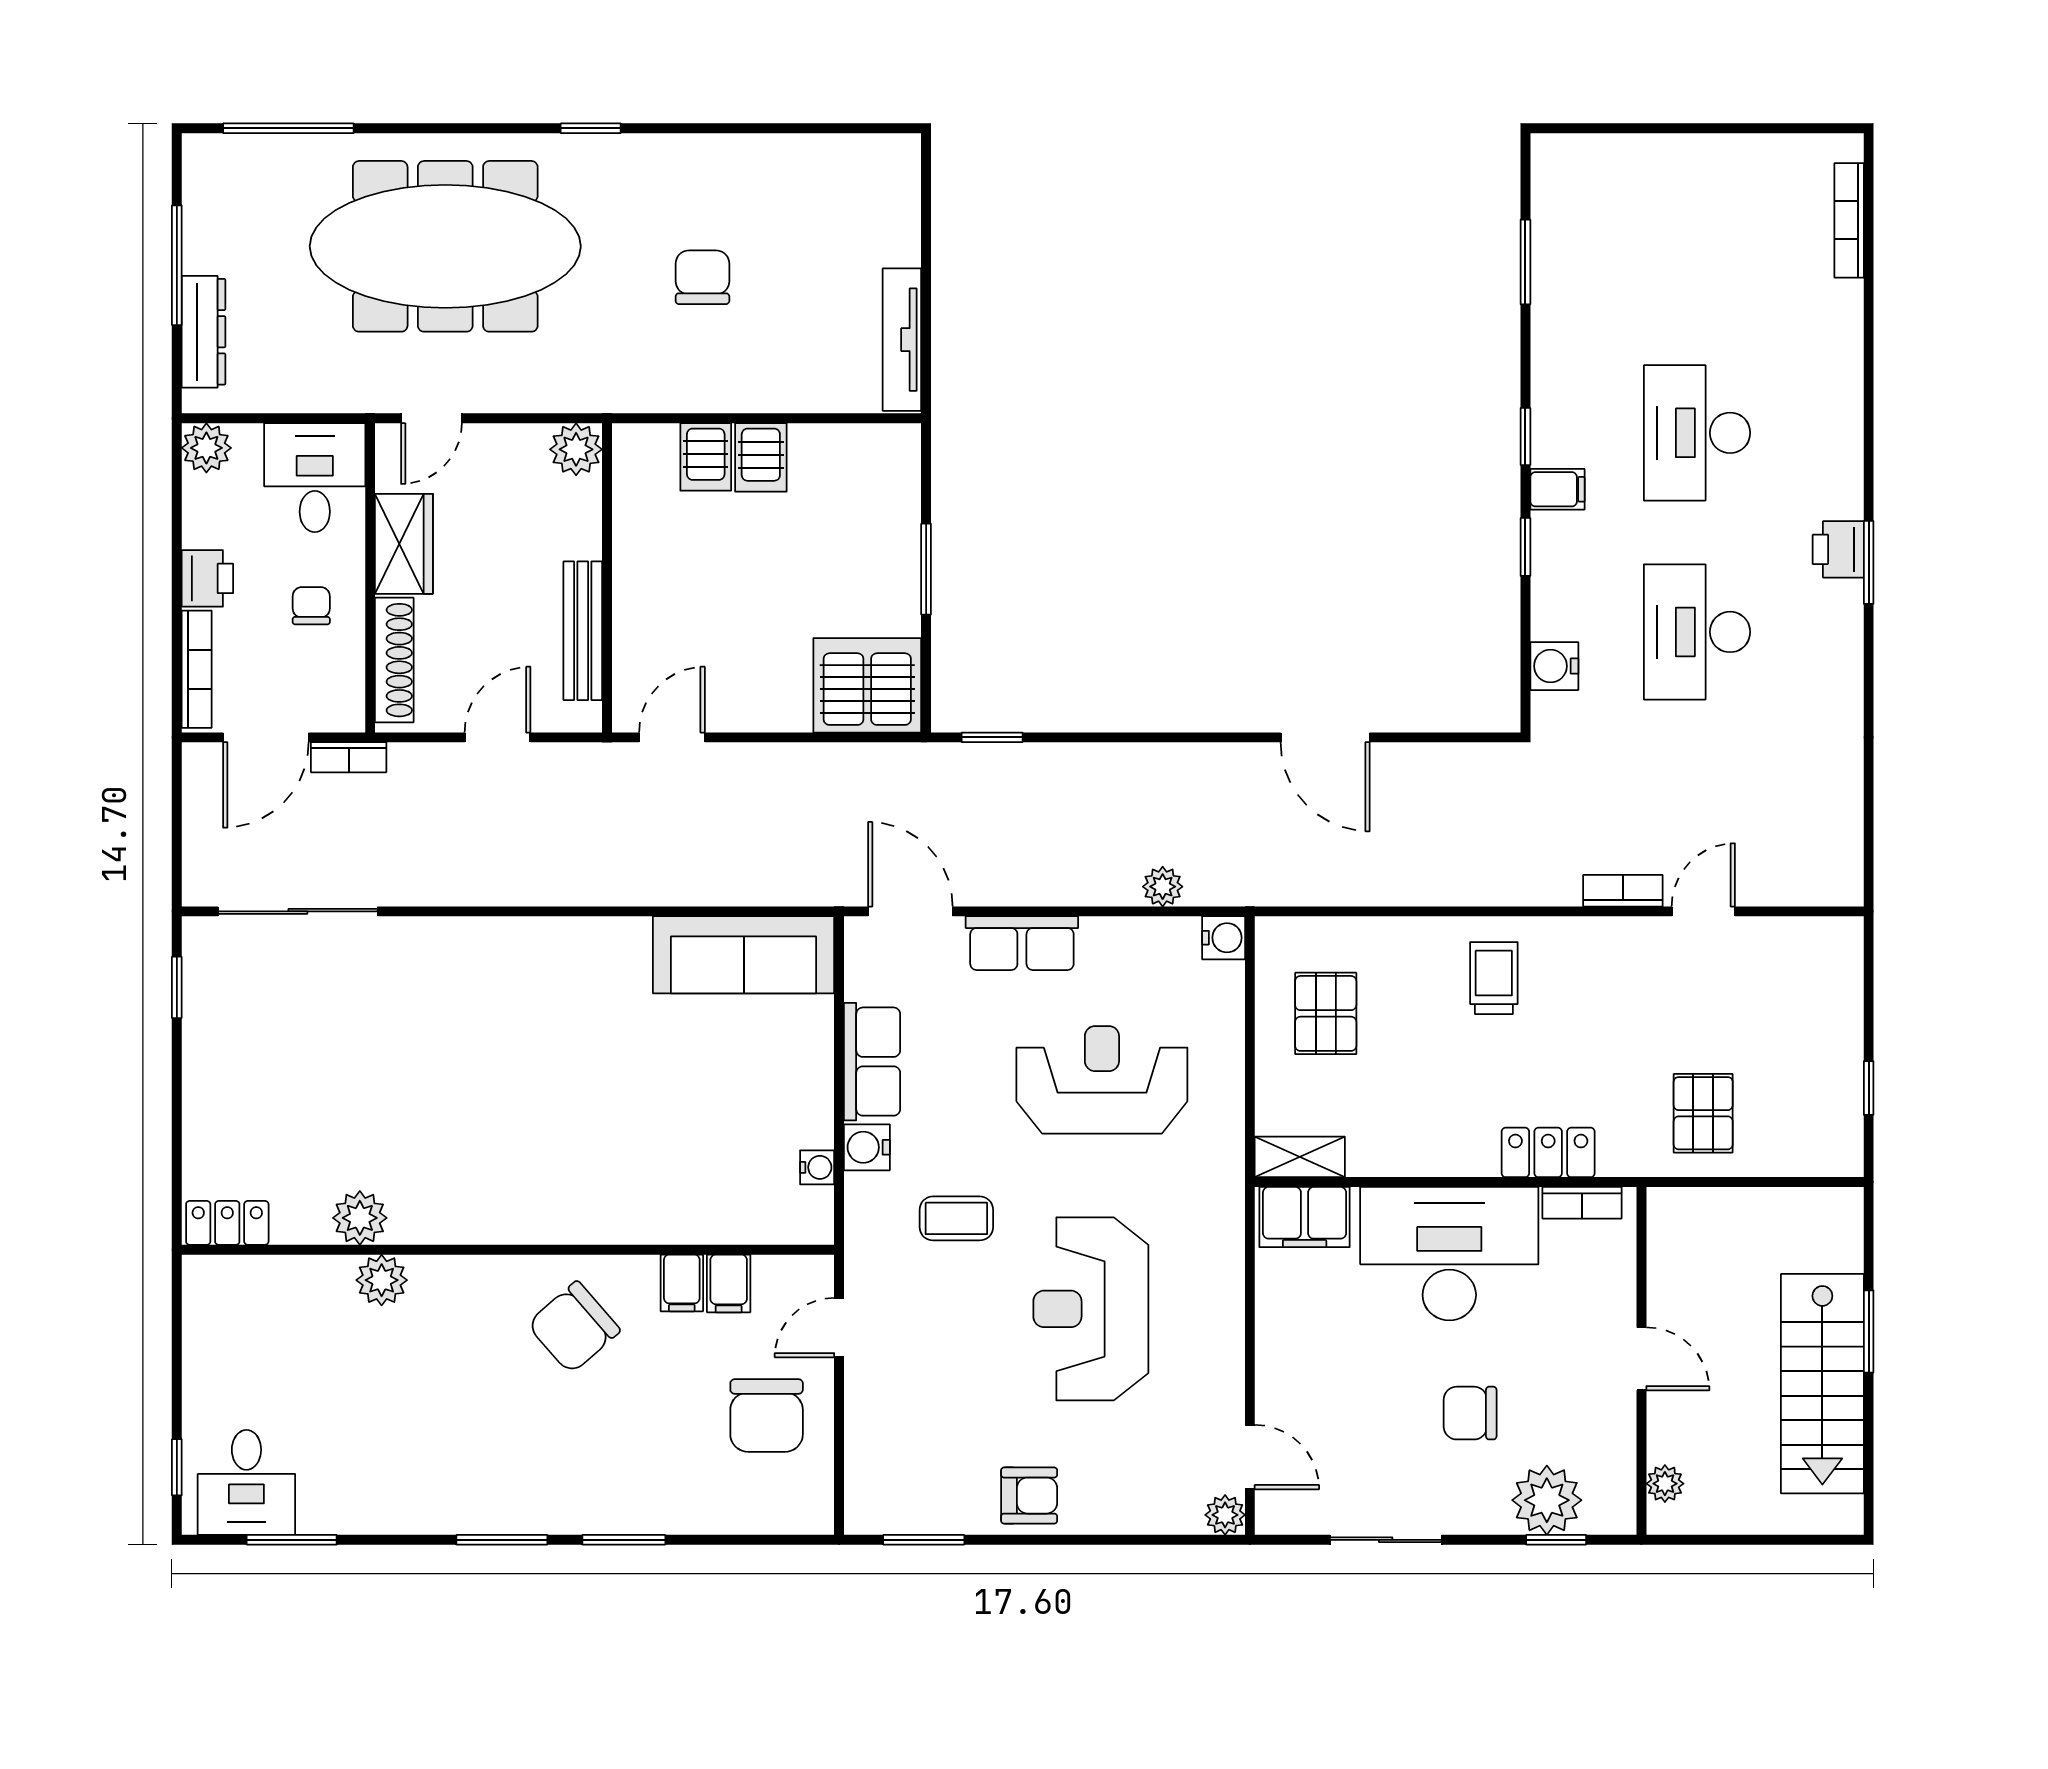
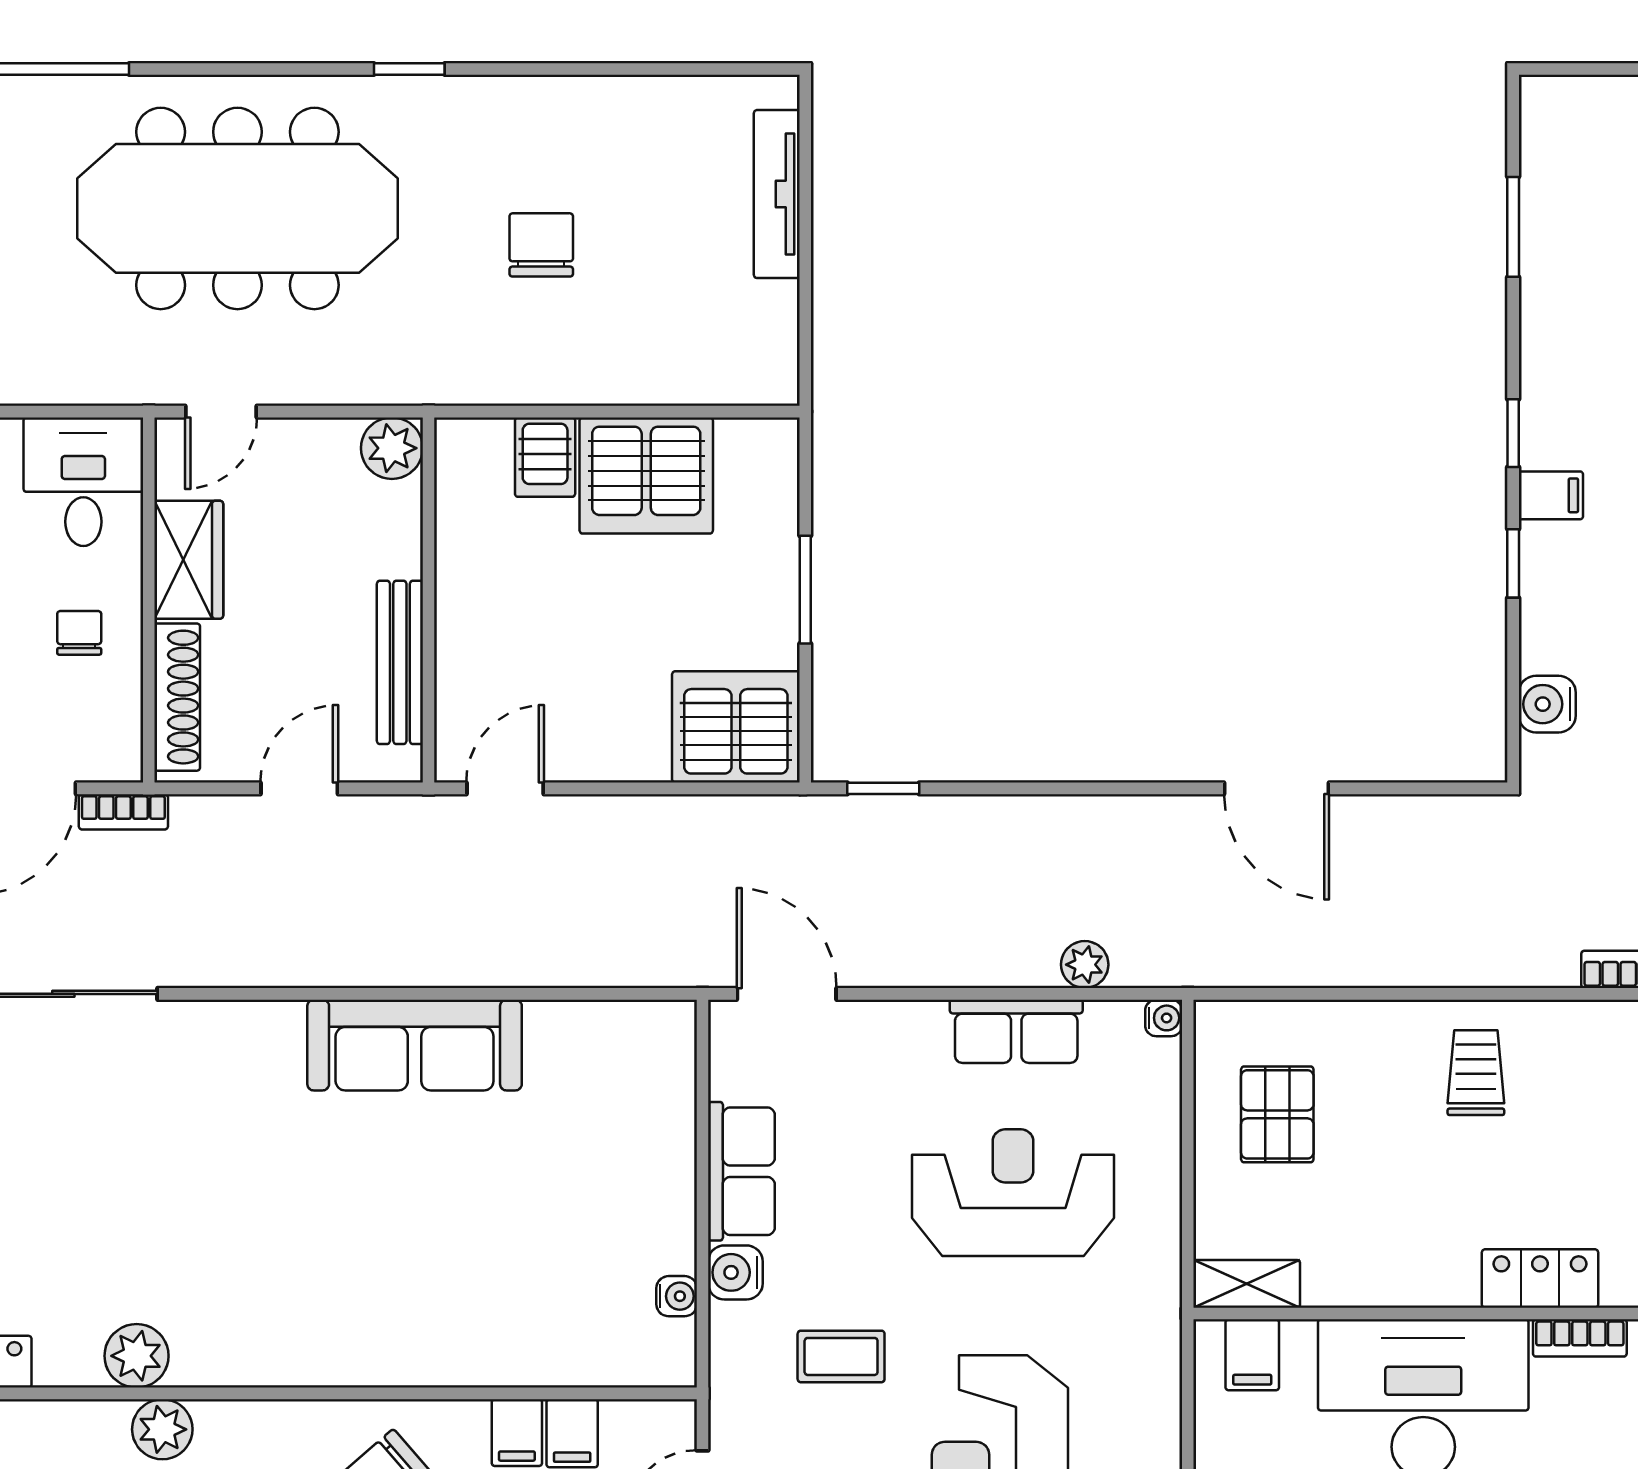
tv unit: (902, 340) -> (777, 194), moved
server rack: (761, 457) -> (646, 476), width x2.18, depth x1.44
water cooler: (1224, 938) -> (1164, 1018), width x0.72, depth x0.72
row of seats: (1022, 943) -> (1016, 1031), moved
sofa: (744, 955) -> (415, 1045), moved
filing cabinet: (1305, 1217) -> (1252, 1355), width x0.50

